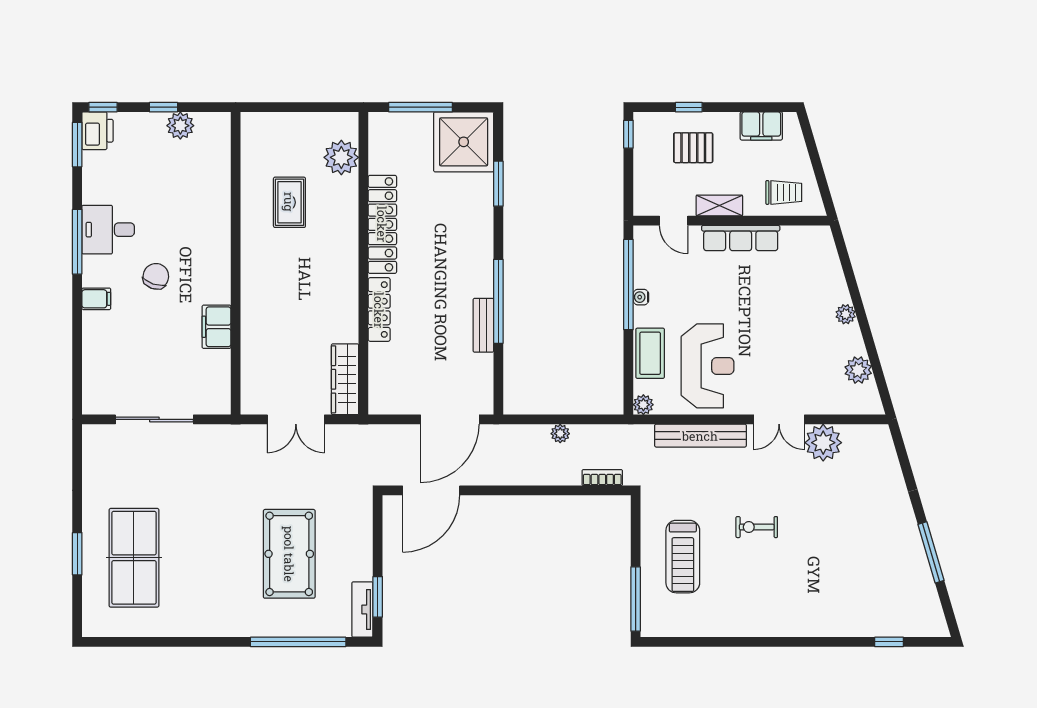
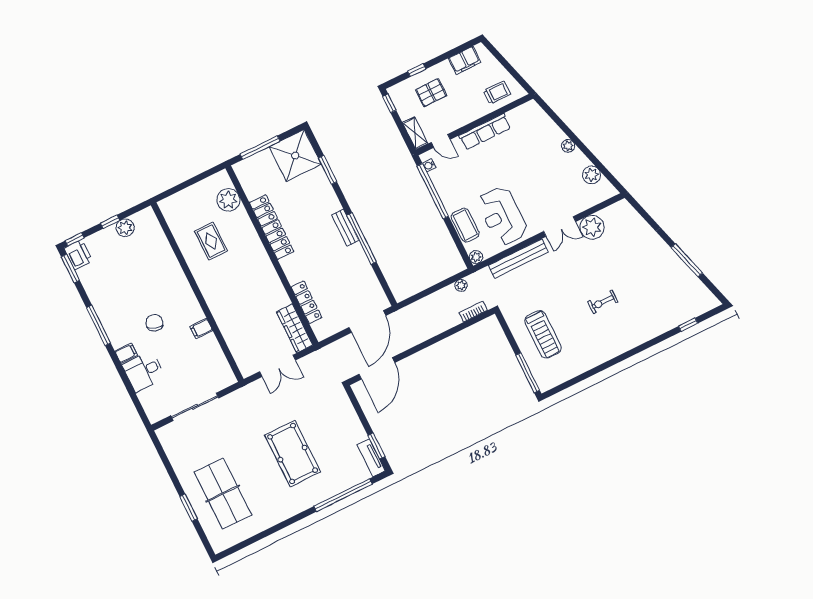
shelving: (719, 206) -> (415, 133), moved, turned 90
desk: (108, 230) -> (144, 371), moved
water cooler: (641, 297) -> (429, 165), moved
locker: (379, 310) -> (307, 302), moved
bench: (483, 325) -> (345, 227), moved
filing cabinet: (217, 327) -> (201, 328), width x0.50
reception desk: (707, 366) -> (502, 216), turned 180
plant: (560, 434) -> (461, 285), moved
exercise bike: (757, 527) -> (603, 302), moved
pool table: (289, 554) -> (293, 454), moved

